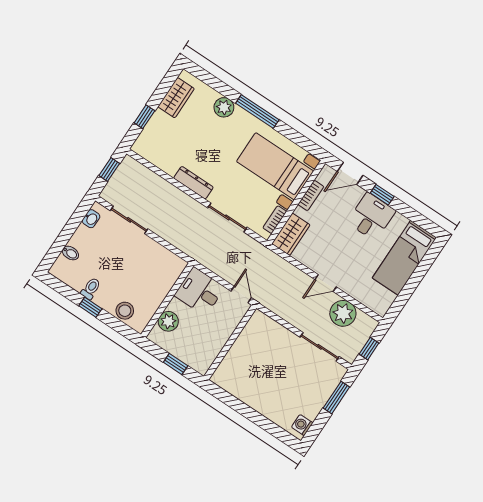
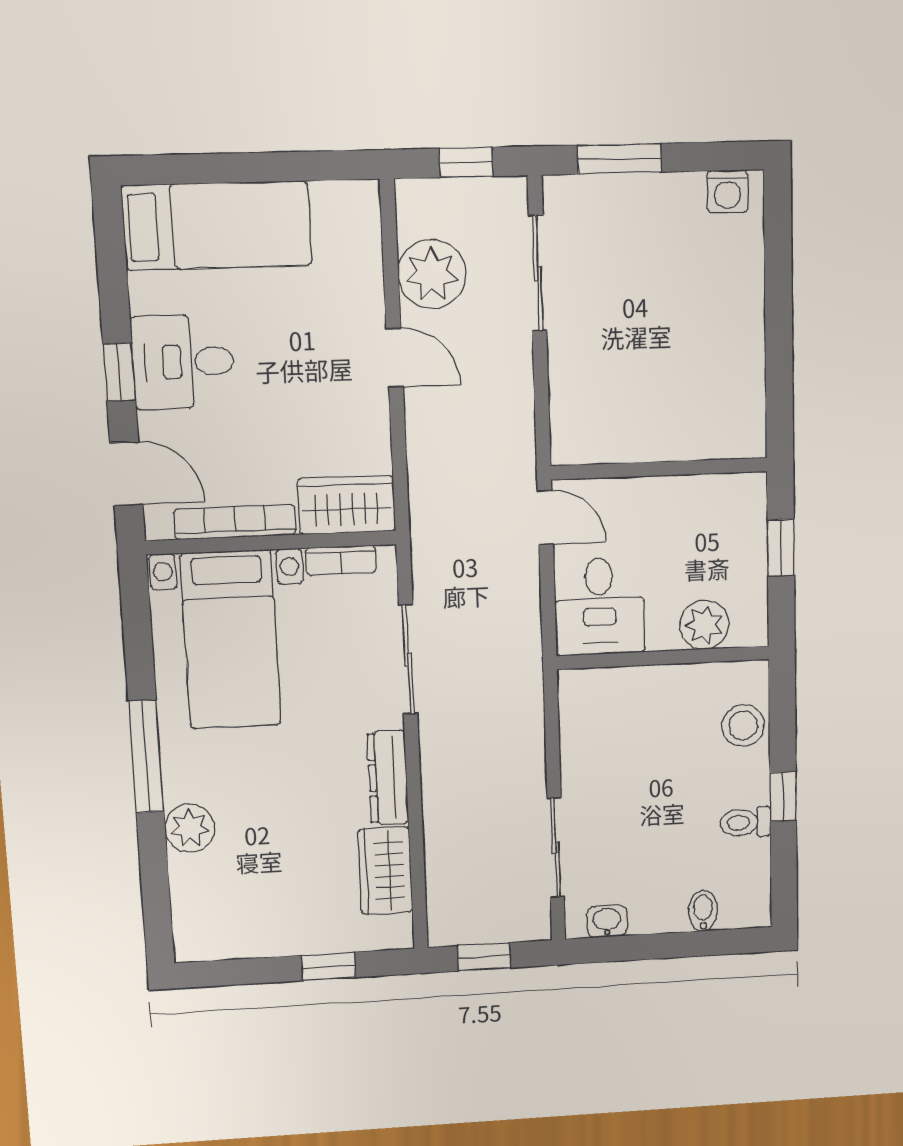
wardrobe: (176, 98) -> (385, 871), moved, turned -90
bookcase: (311, 196) -> (235, 522), width x1.56
door: (241, 294) -> (545, 518), swing flipped

